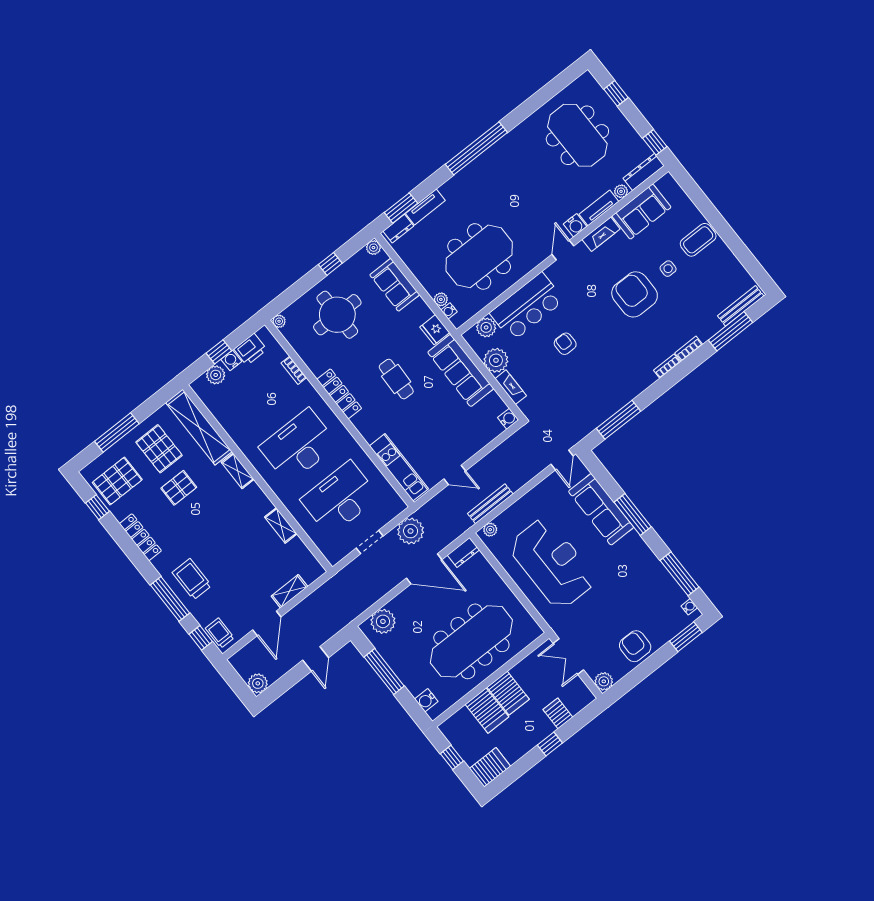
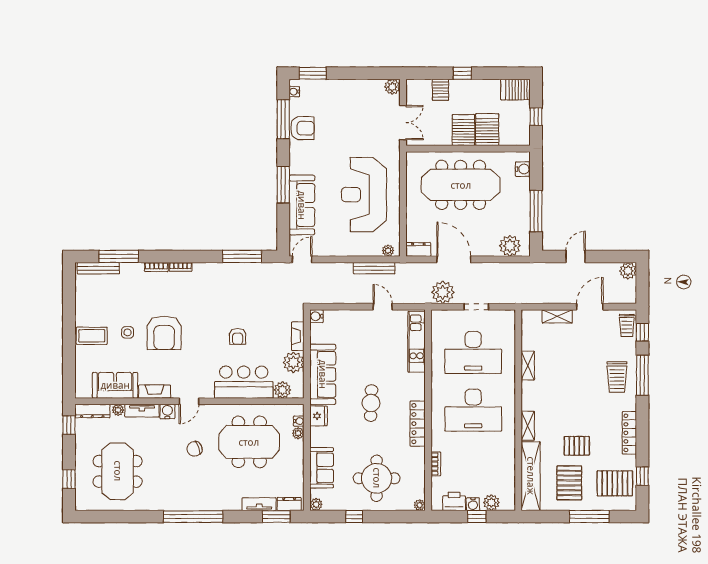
chair: (524, 211) -> (195, 449), added
armchair: (635, 646) -> (302, 128), moved, turned -90

